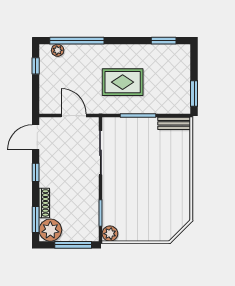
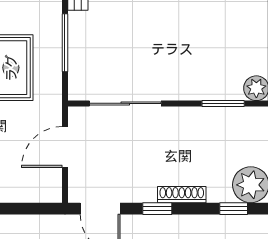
shoe rack: (44, 203) -> (182, 195), moved
window: (36, 219) -> (234, 209), width x0.67

